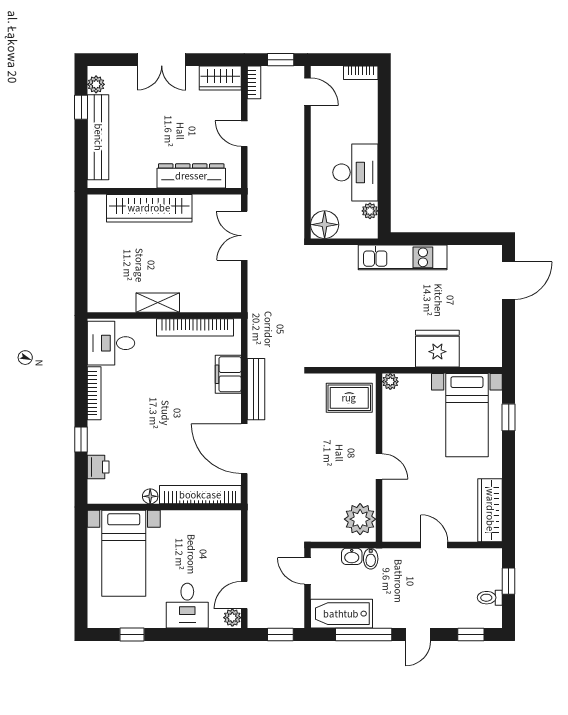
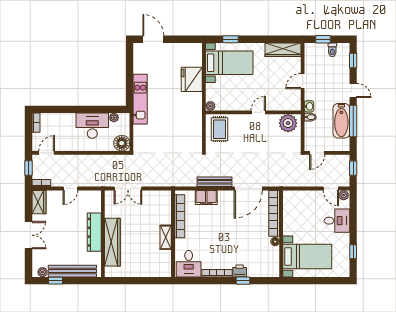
dresser: (191, 176) -> (94, 232), moved
printer: (98, 467) -> (240, 271), moved
washbasin: (352, 556) -> (309, 106), moved
bathtub: (341, 614) -> (341, 121), moved

